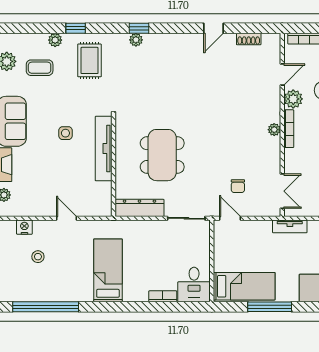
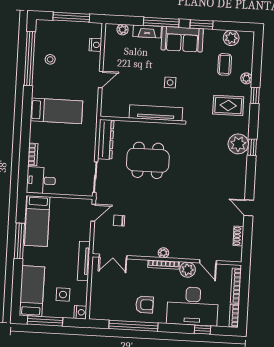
plant: (136, 40) -> (238, 144), width x1.87, depth x1.87
tv unit: (290, 226) -> (84, 261), width x1.41
stool: (38, 257) -> (50, 59), moved

